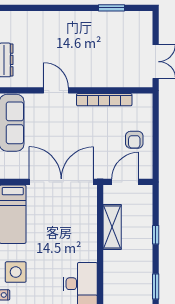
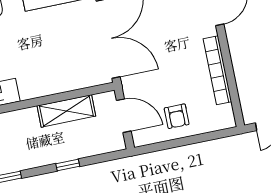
armchair: (134, 140) -> (177, 116), turned -90

